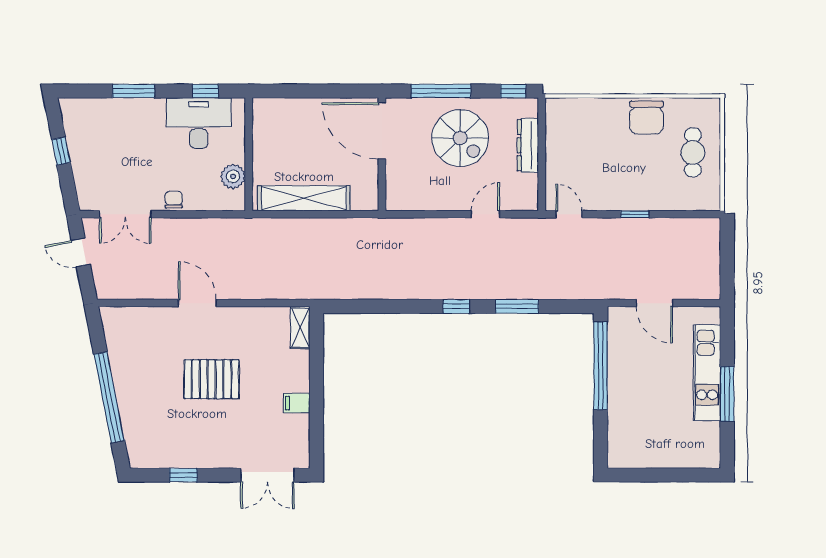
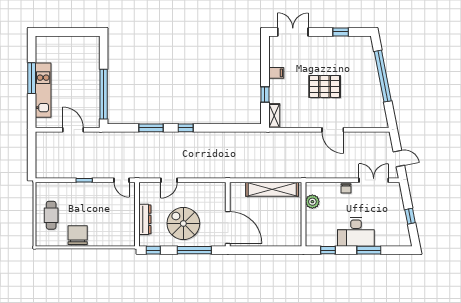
desk: (199, 123) -> (356, 232), moved
window: (316, 365) -> (265, 95), added

